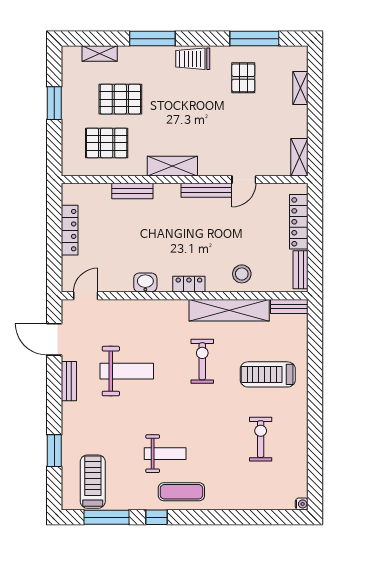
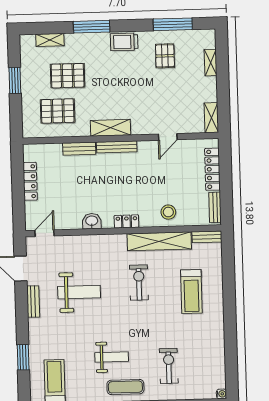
bench: (206, 190) -> (117, 147), moved
treadmill: (268, 374) -> (191, 291), turned -90
exercise bike: (261, 439) -> (169, 366), moved

